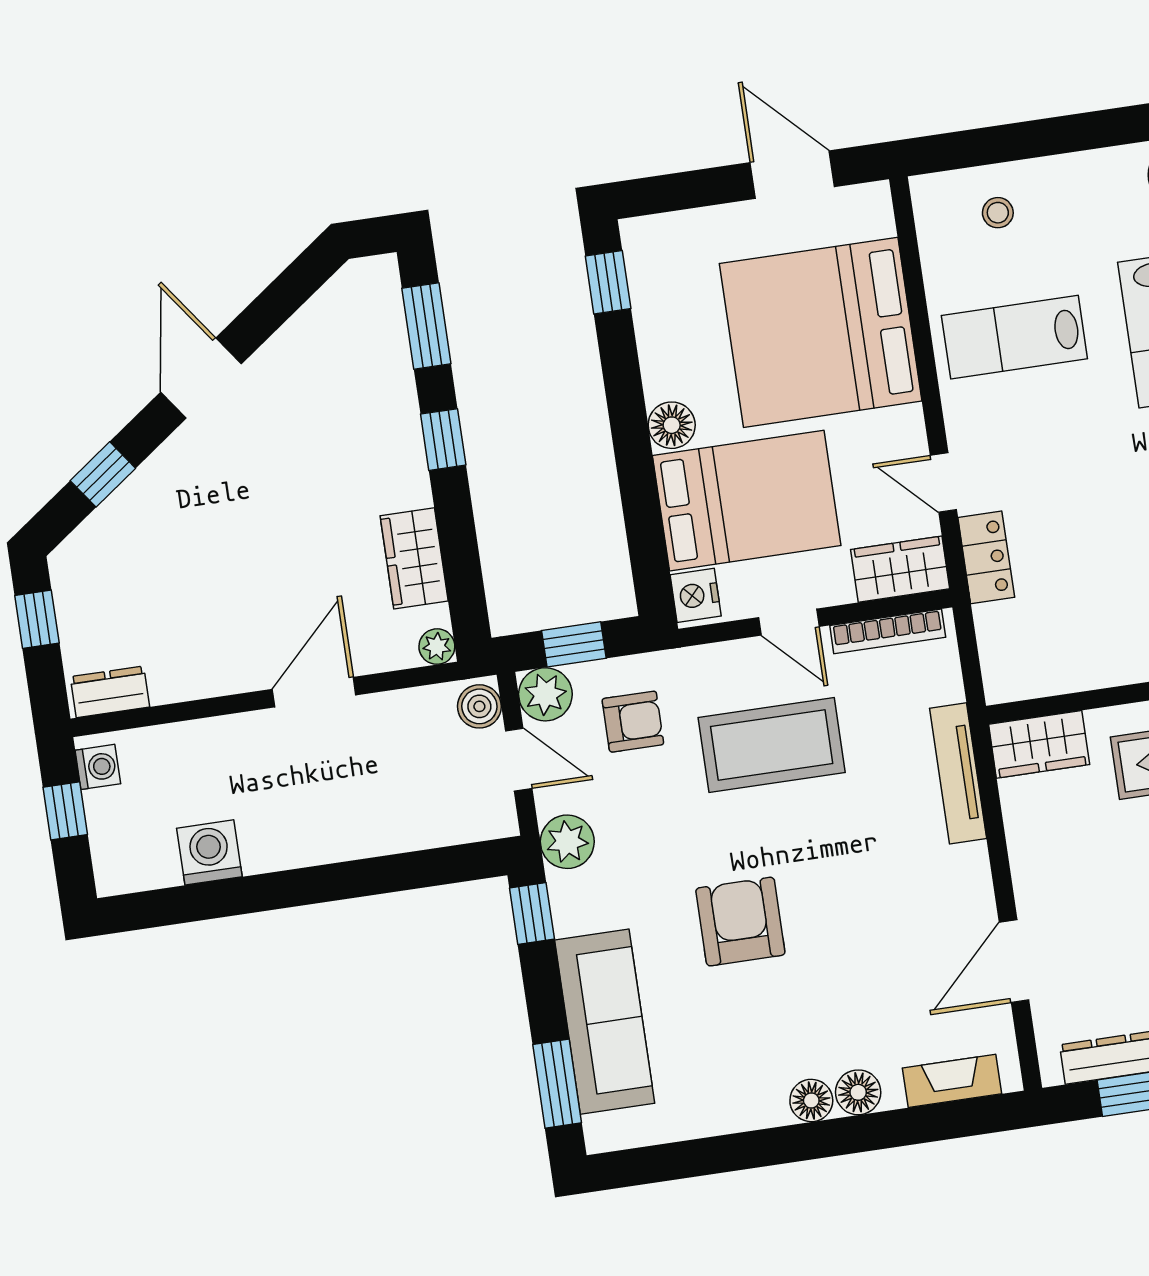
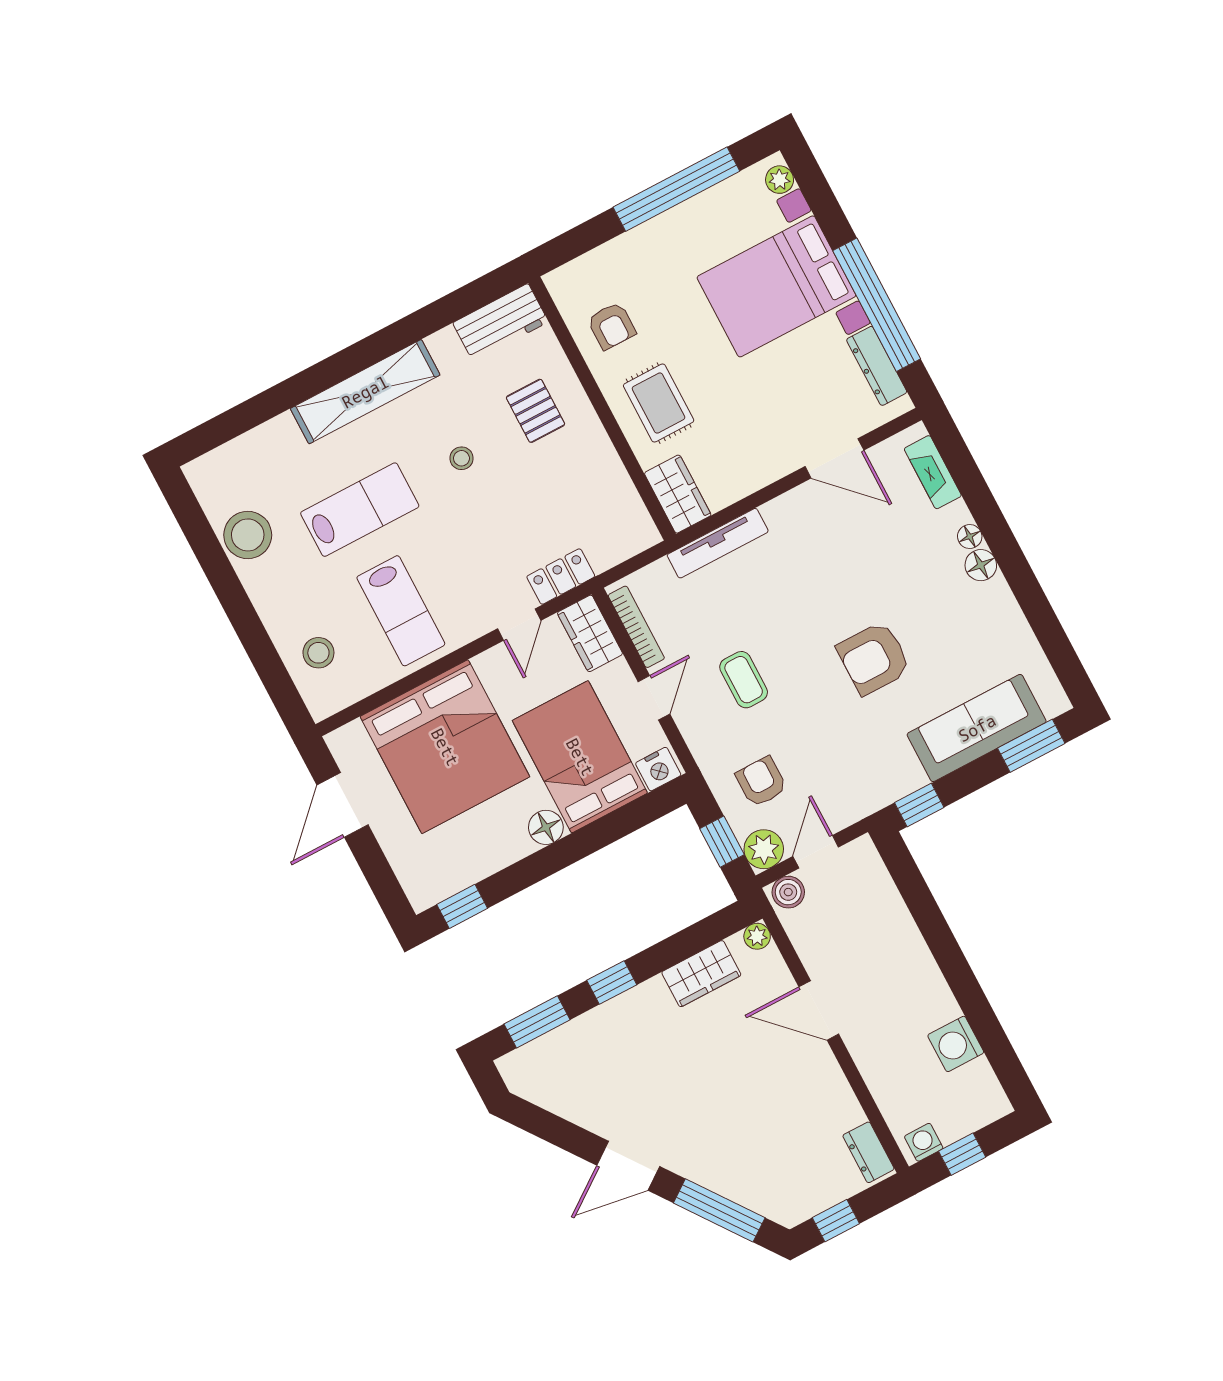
stool: (998, 213) -> (318, 653), width x1.37, depth x1.37
window: (103, 474) -> (719, 1210), width x2.17
coffee table: (772, 745) -> (744, 680), width x0.54, depth x0.58
plant: (567, 842) -> (861, 798), removed
floor lamp: (858, 1092) -> (970, 536), width x0.73, depth x0.73

